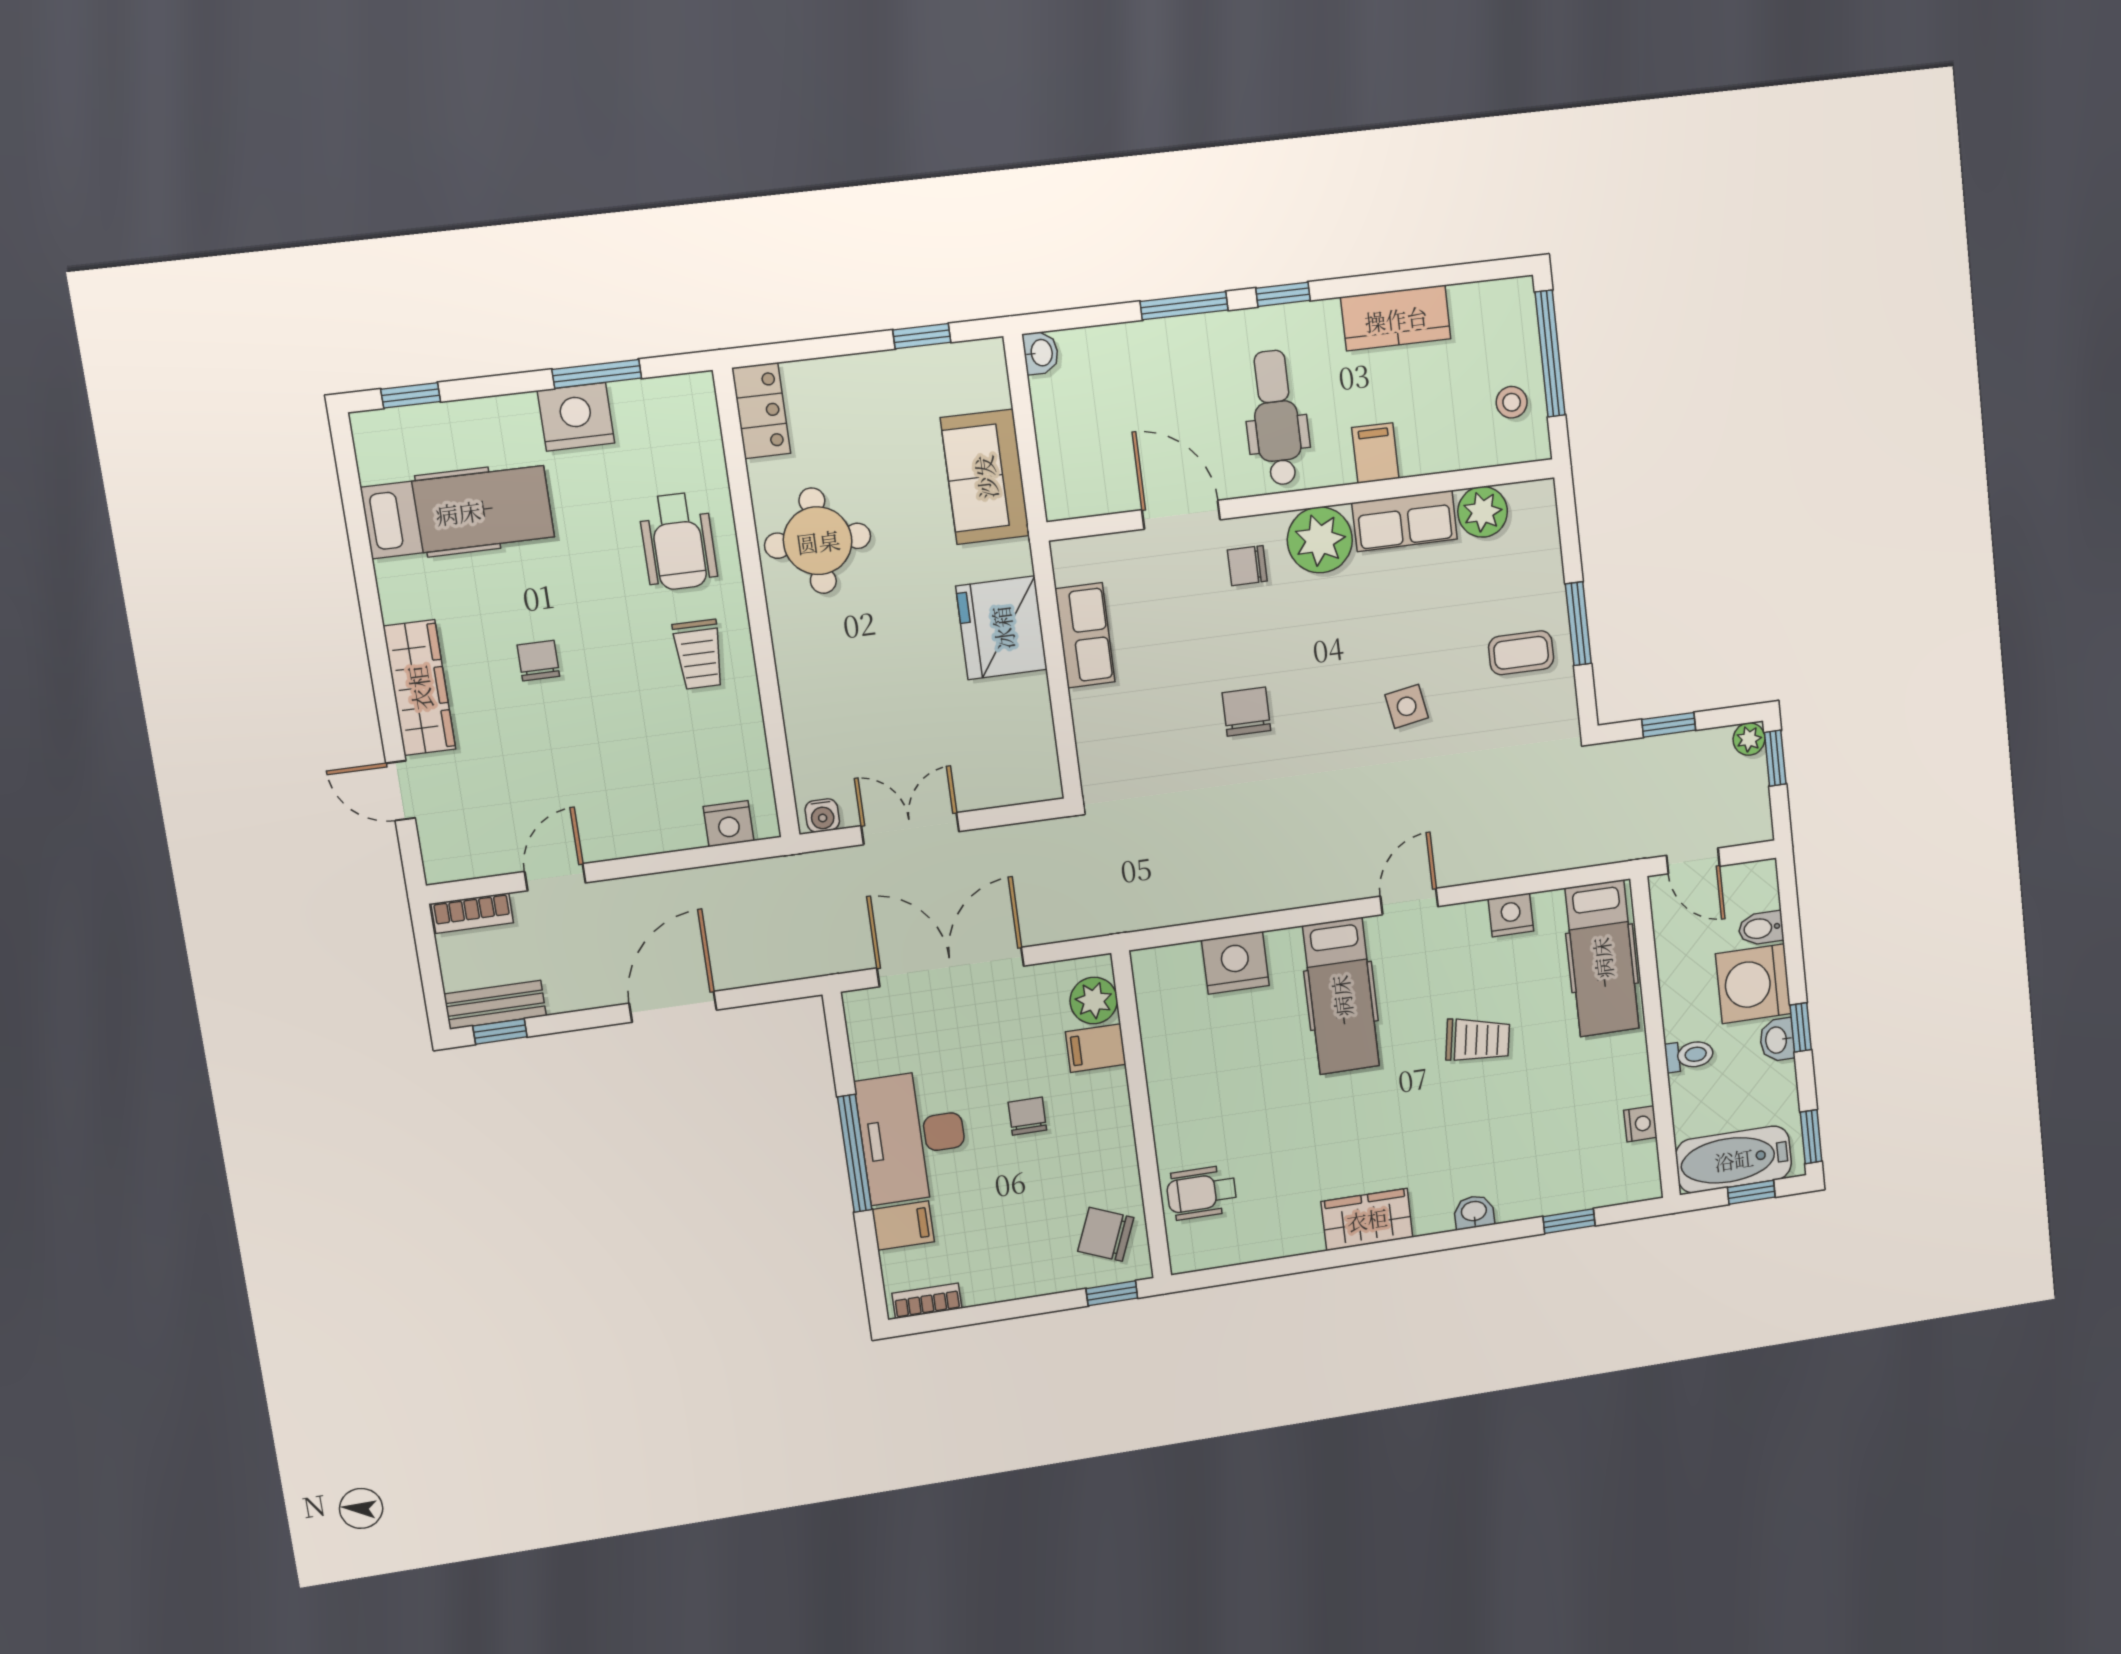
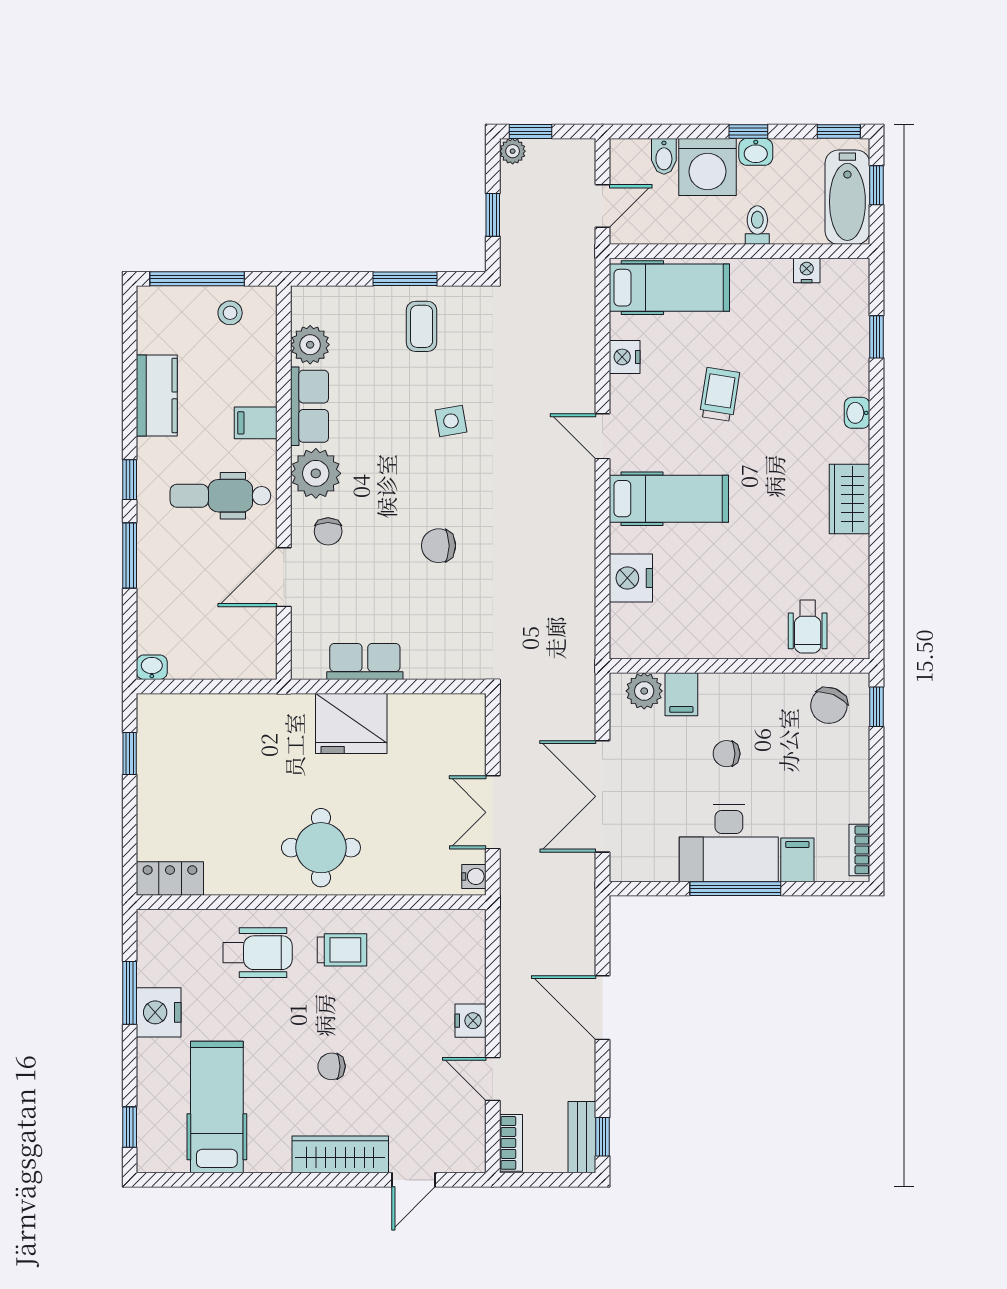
sofa: (985, 477) -> (238, 721), removed
round table: (818, 541) -> (321, 848), moved
nightstand: (729, 824) -> (470, 1021), moved

